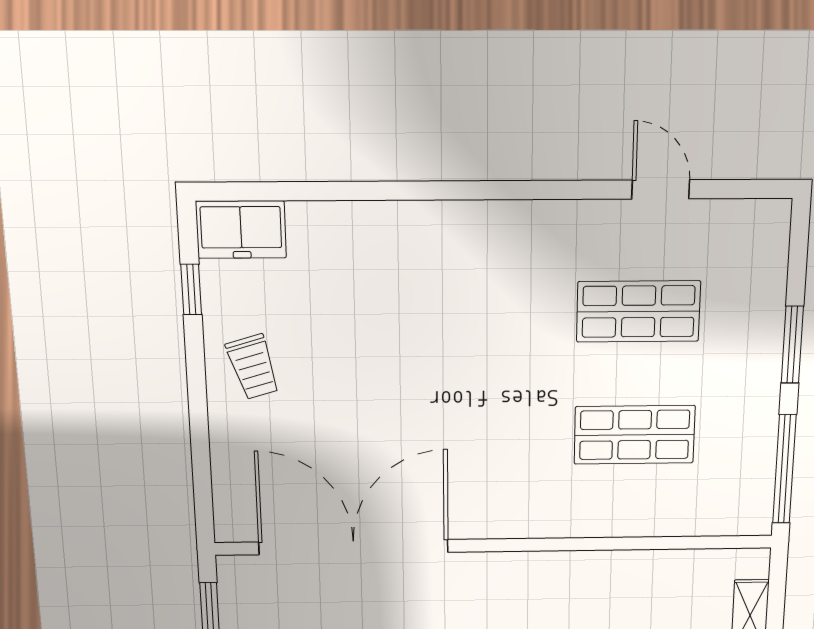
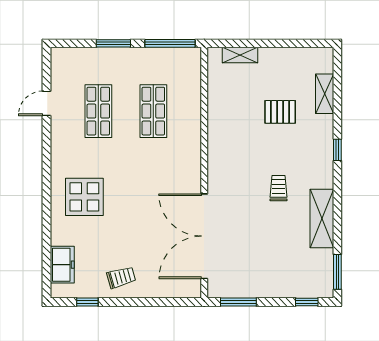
freezer: (241, 230) -> (62, 265), moved
display table: (439, 281) -> (84, 197), added

